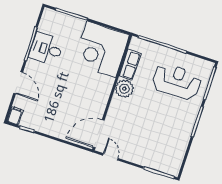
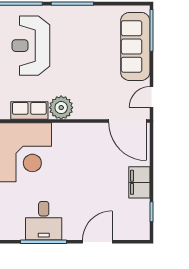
filing cabinet: (15, 116) -> (139, 182), moved, width x2.00
sofa: (151, 157) -> (135, 46), added

